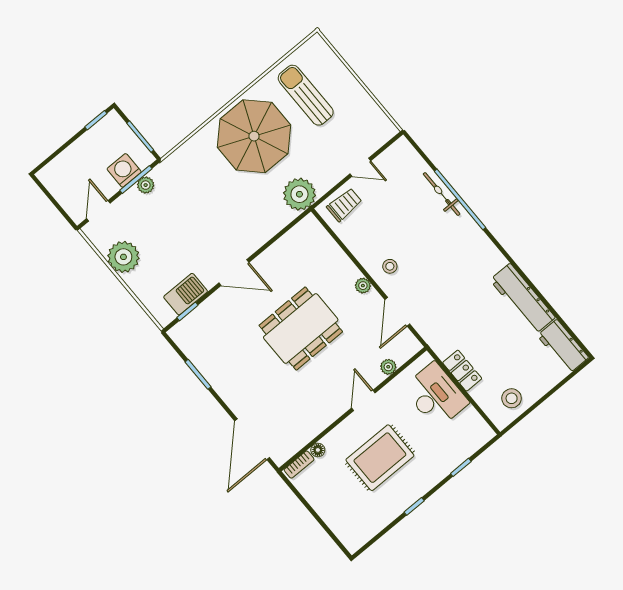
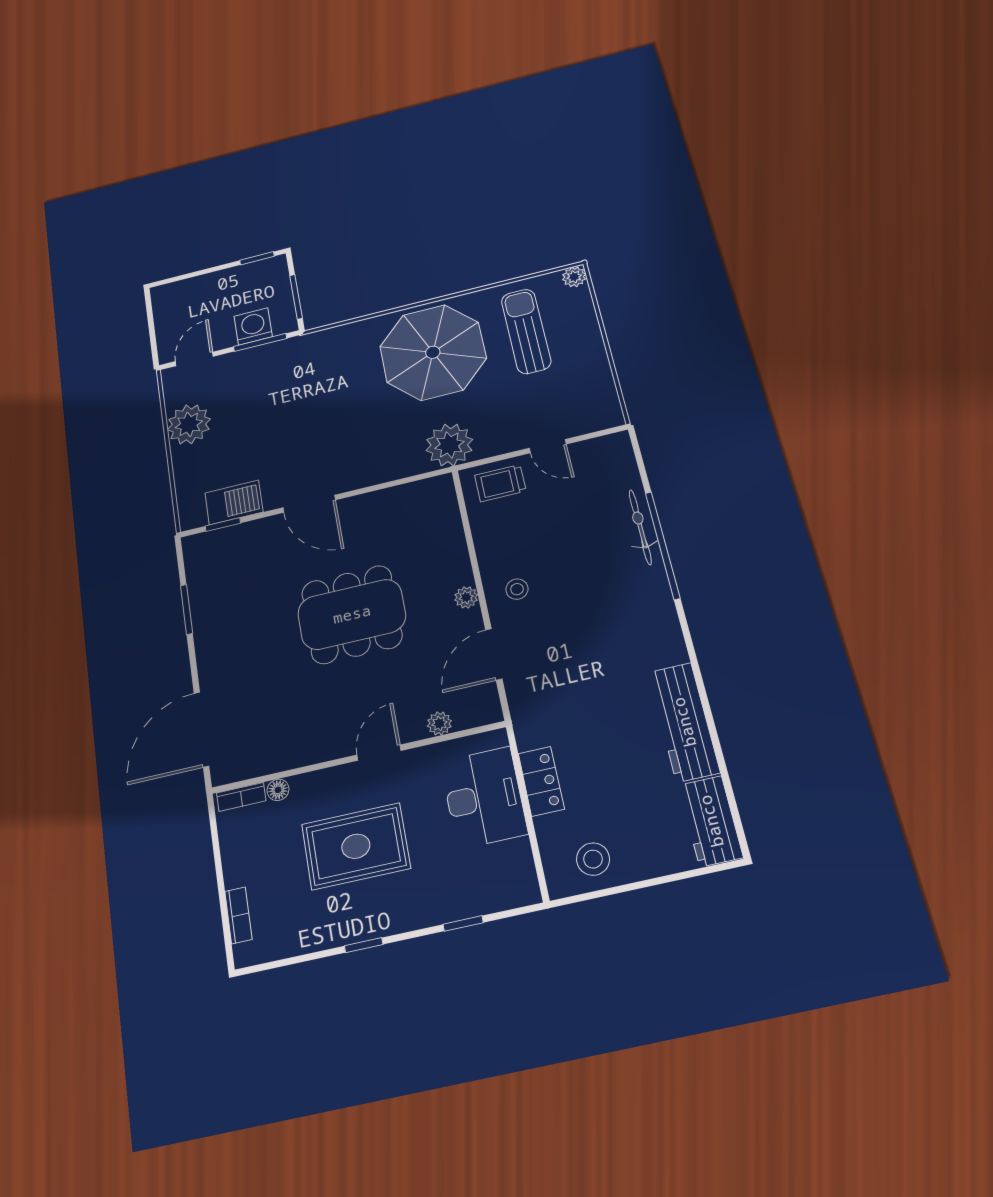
plant: (146, 185) -> (574, 277), moved
trolley: (344, 205) -> (500, 483), turned 180
bookcase: (337, 527) -> (238, 915), added

